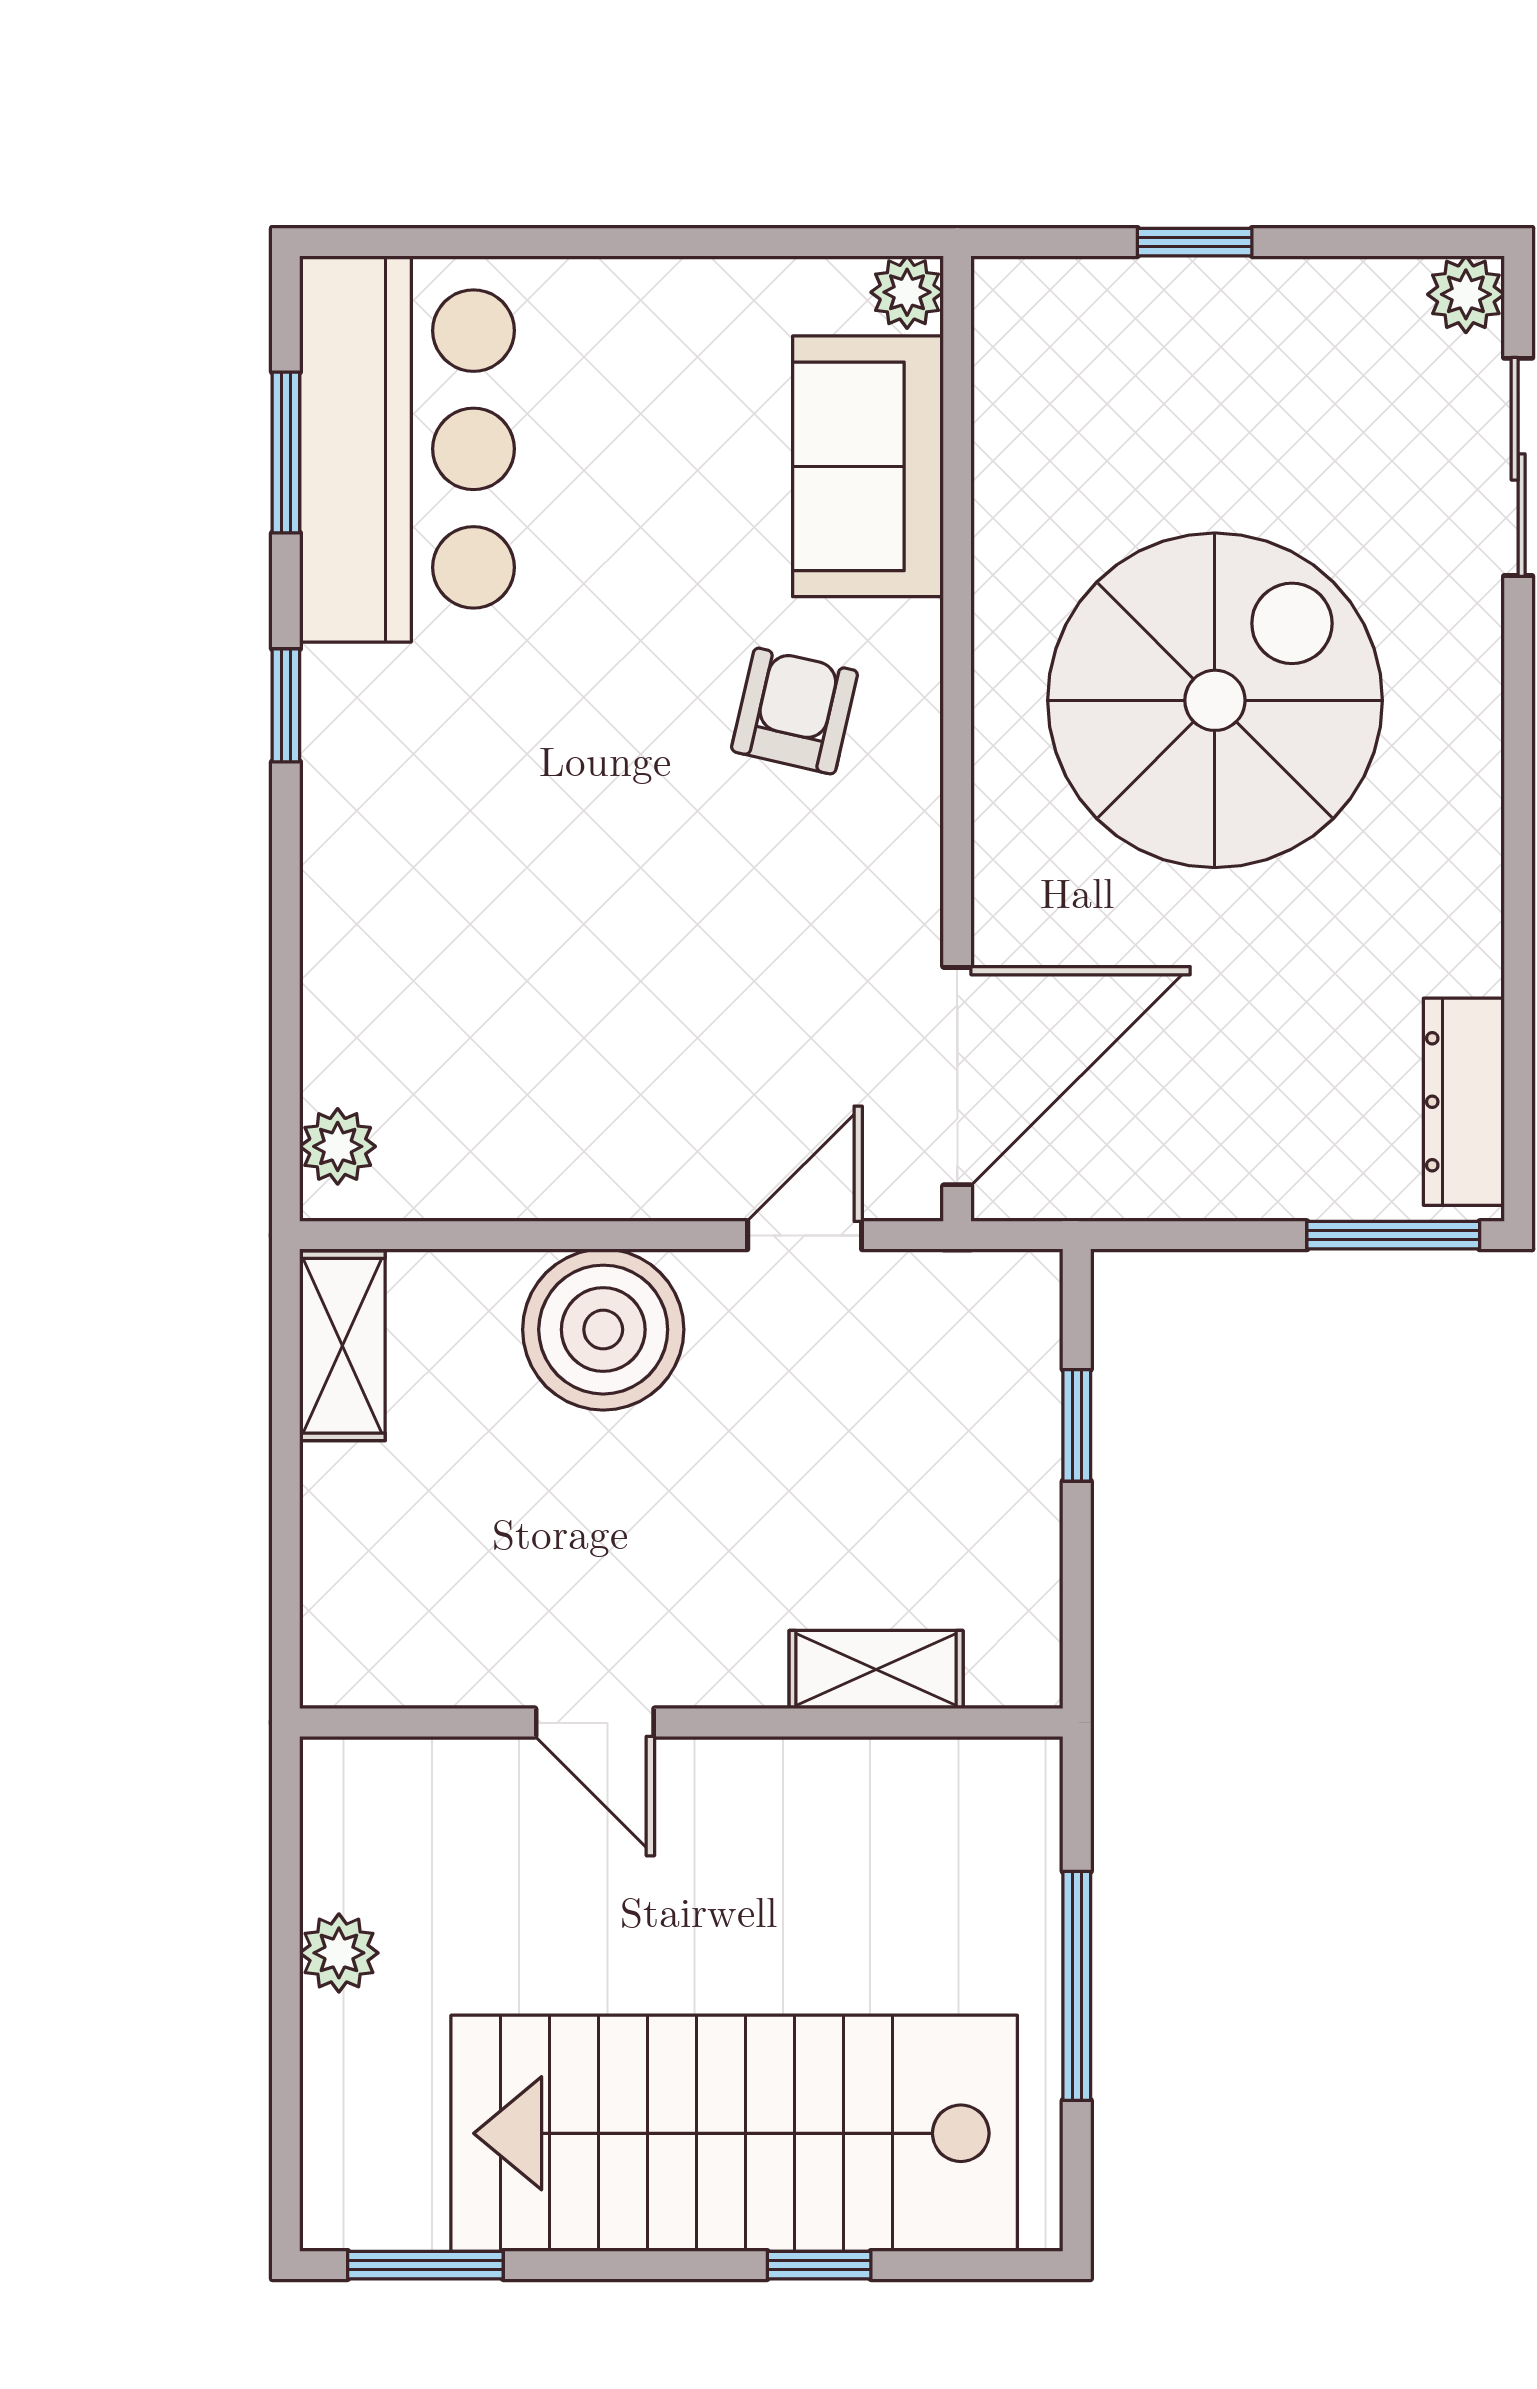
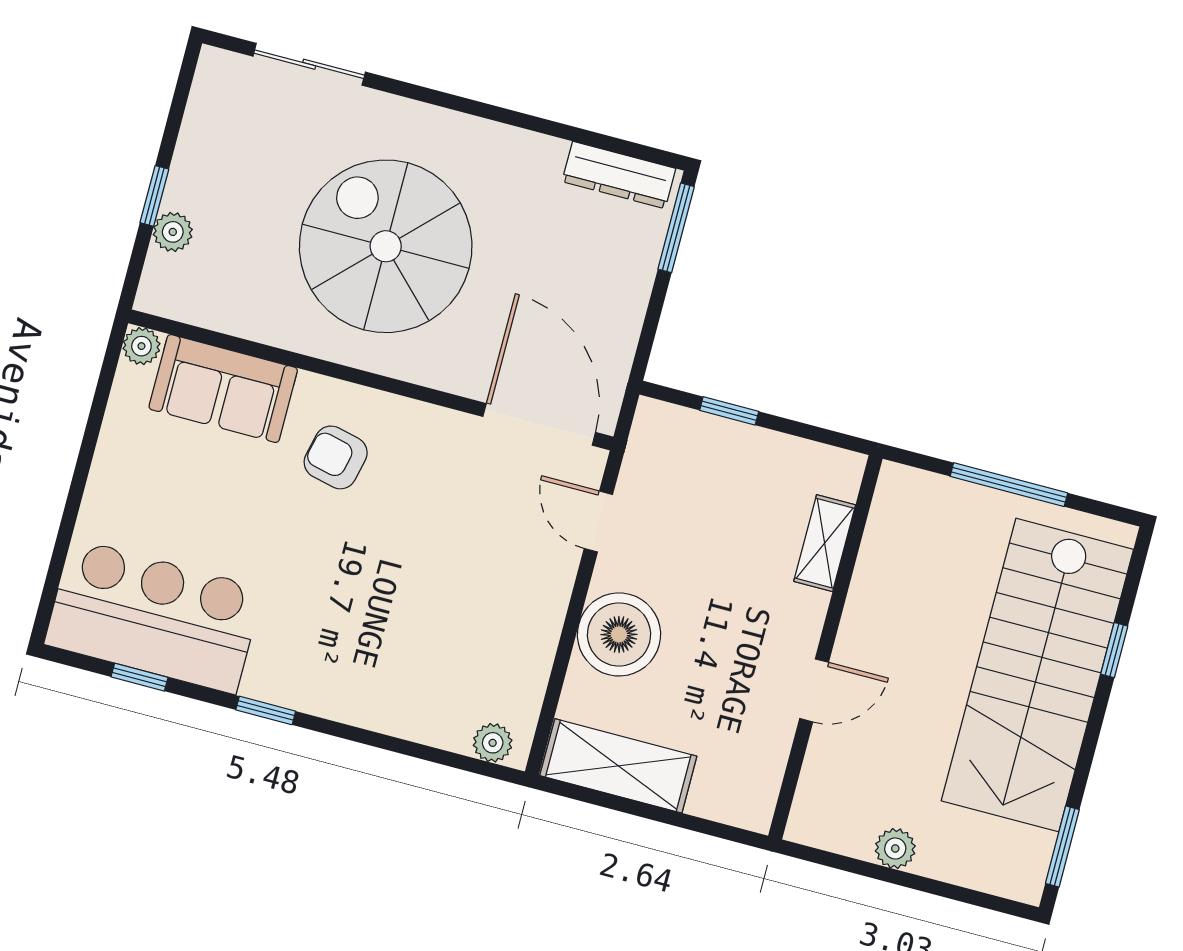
plant: (1466, 294) -> (173, 232), moved
window: (286, 452) -> (140, 677), width x0.67
shelving: (342, 1346) -> (618, 766), width x1.50, depth x1.33

